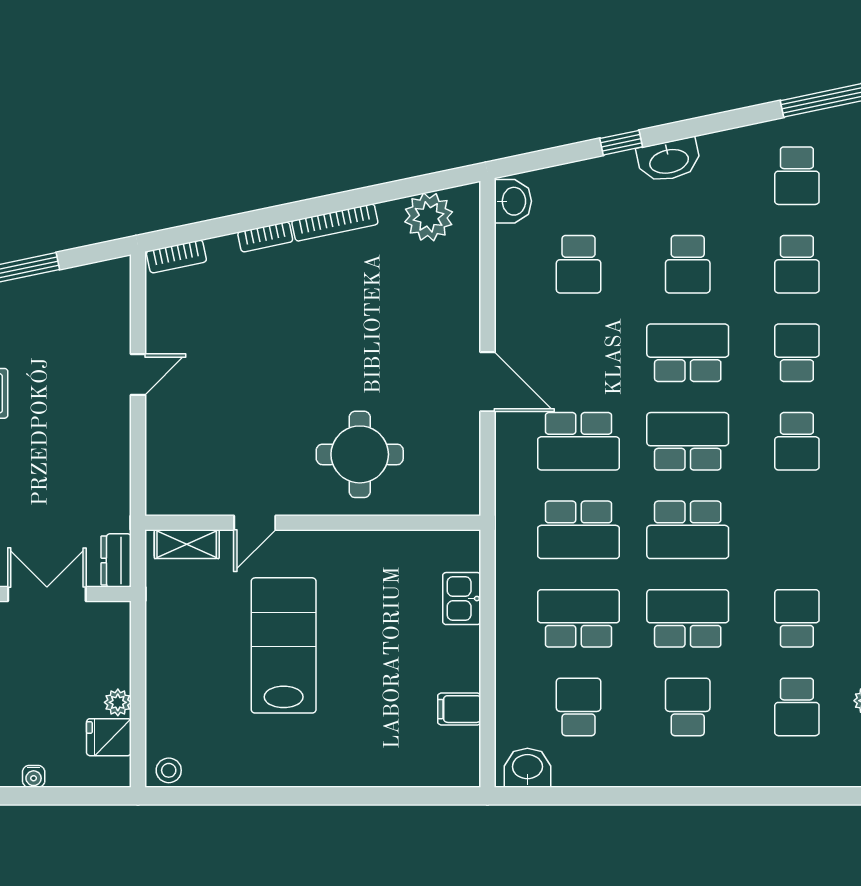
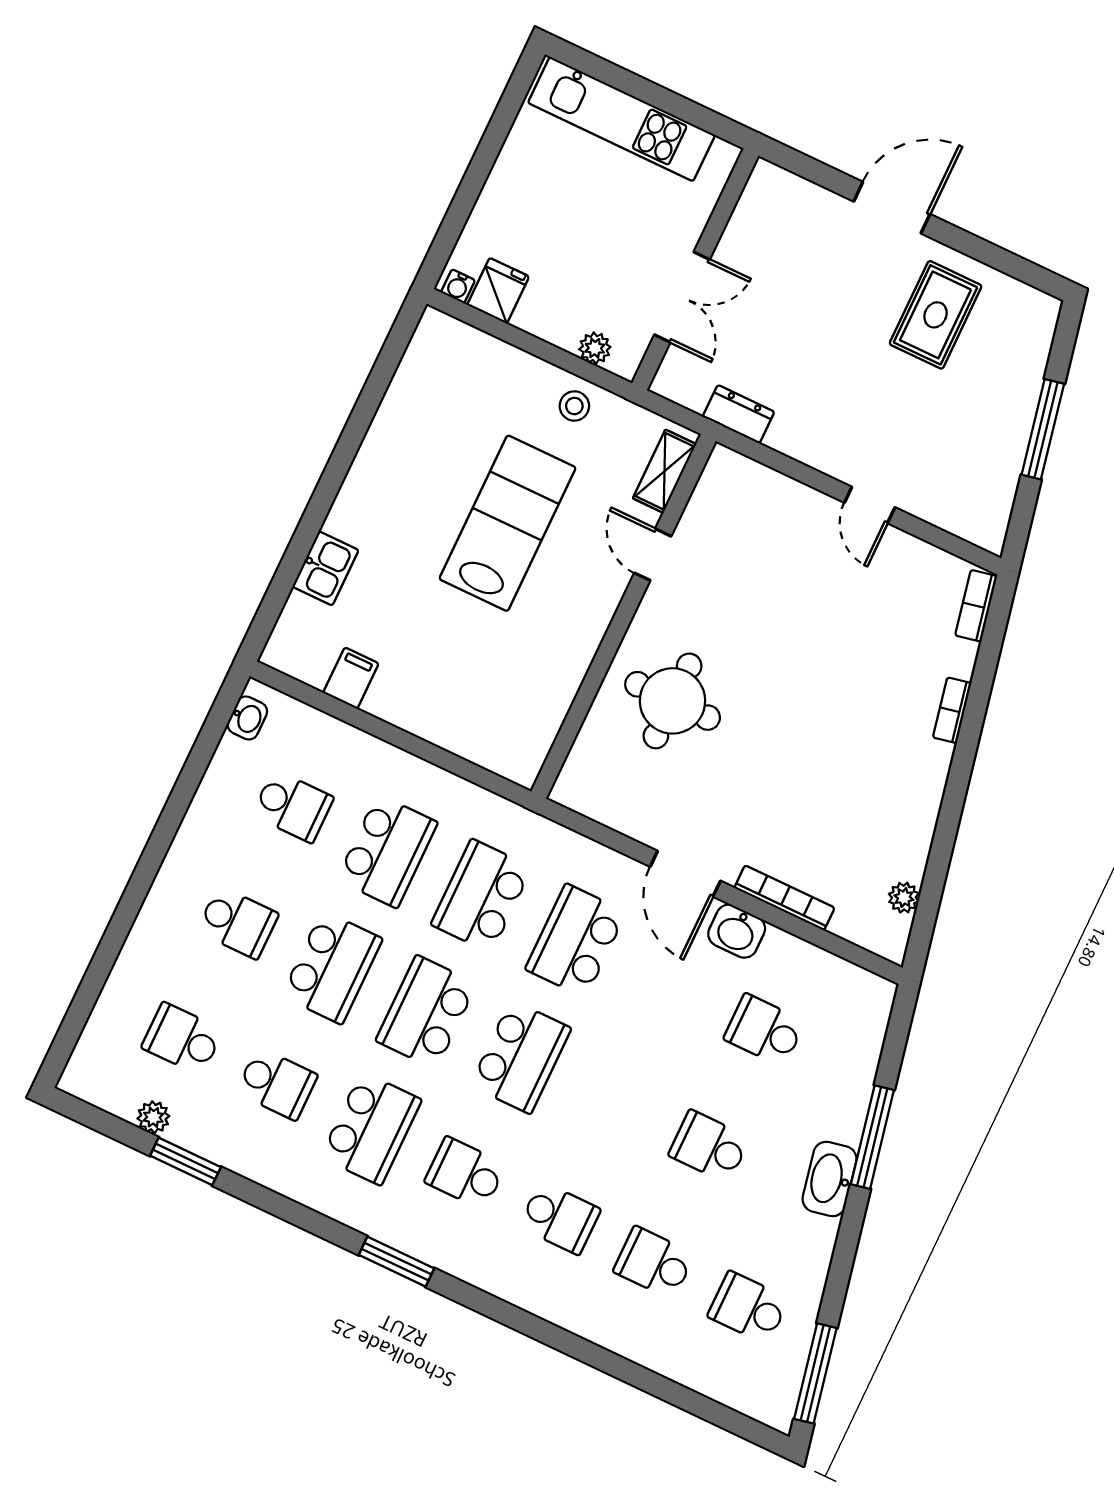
window: (621, 143) -> (872, 1137), width x2.17
washbasin: (513, 201) -> (737, 931), moved
plant: (429, 217) -> (904, 898), width x0.53, depth x0.53
bookcase: (335, 223) -> (784, 898), moved, turned 102
school desk: (688, 353) -> (371, 1128), moved
door: (487, 382) -> (685, 874), hinge flipped
dresser: (116, 560) -> (739, 414), moved
kitchen sink: (462, 599) -> (325, 568), moved, turned 90
lab bench: (284, 645) -> (508, 523), turned -90
plant: (118, 702) -> (595, 348), moved
washbasin: (527, 768) -> (247, 718), width x0.72, depth x0.69
stool: (169, 770) -> (574, 406), moved
water cooler: (34, 776) -> (458, 286), moved, turned -90

